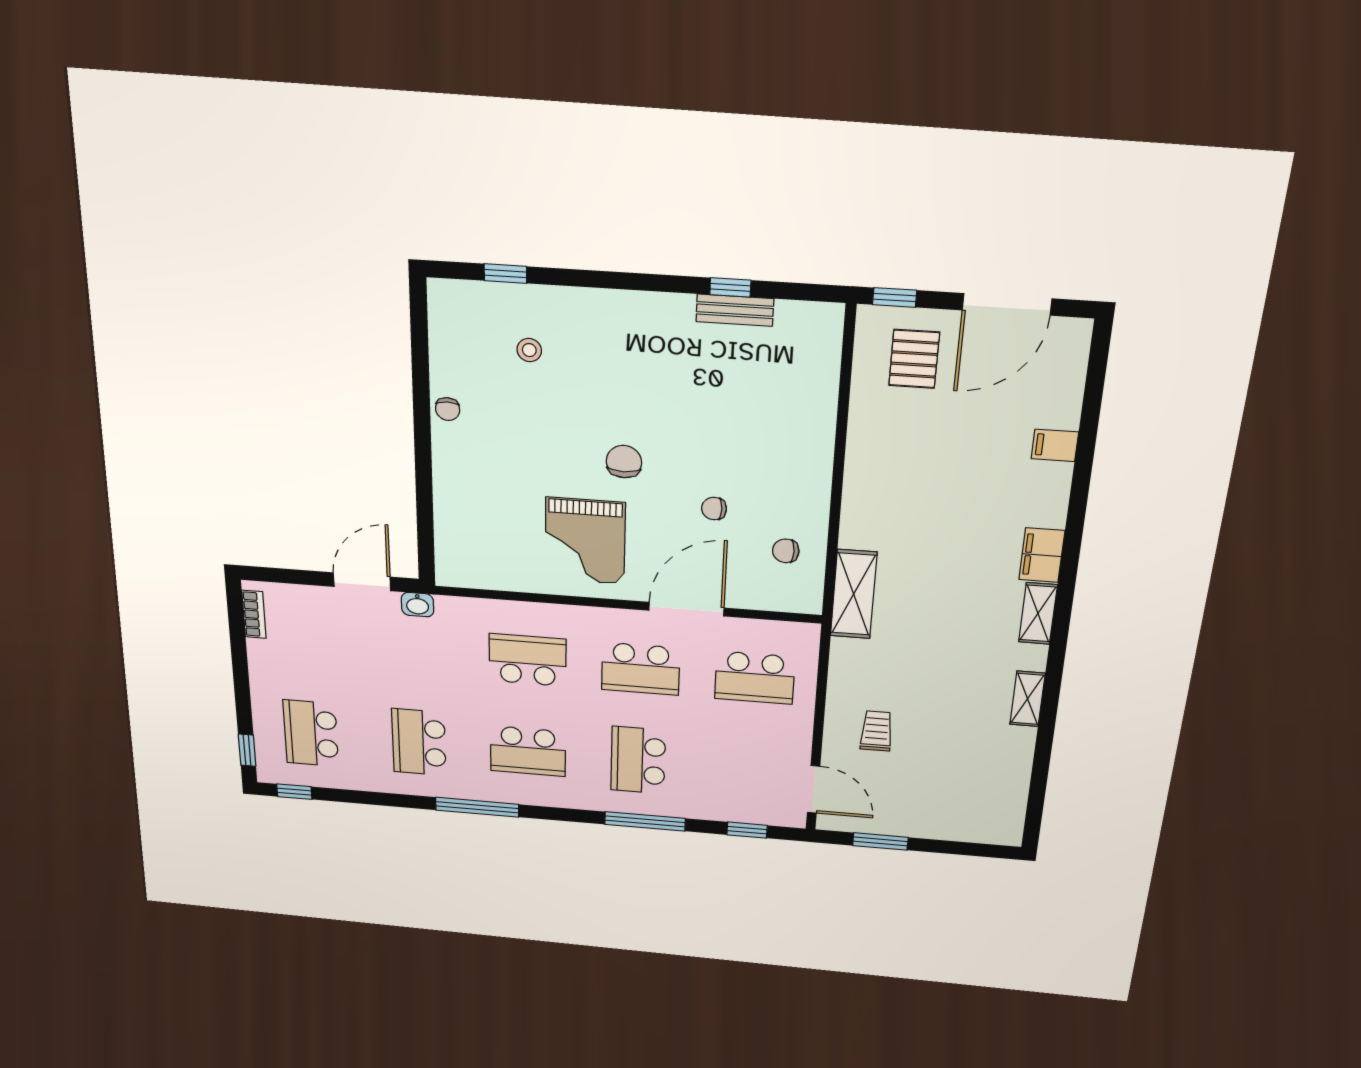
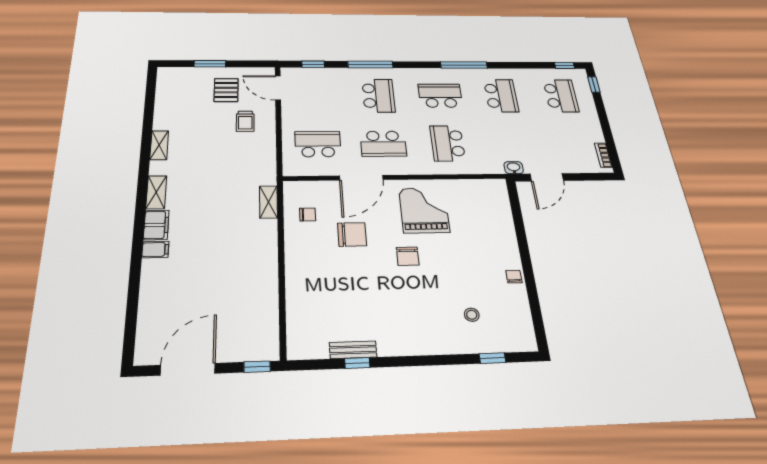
pallet: (914, 359) -> (226, 90), moved
filing cabinet: (1055, 445) -> (155, 249), moved
chair: (714, 509) -> (352, 234), width x1.87, depth x1.87
shelving: (854, 594) -> (268, 202), width x0.67, depth x0.75
school desk: (528, 660) -> (447, 143), turned 90
school desk: (641, 669) -> (383, 144), turned 180
window: (880, 841) -> (210, 64), moved

